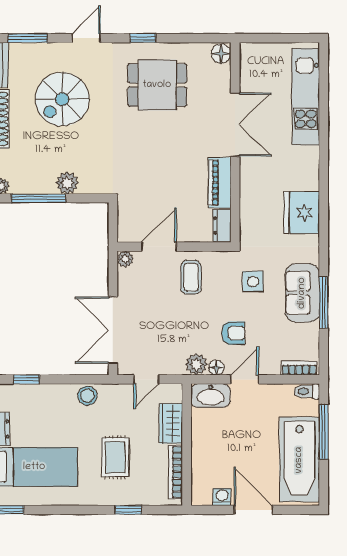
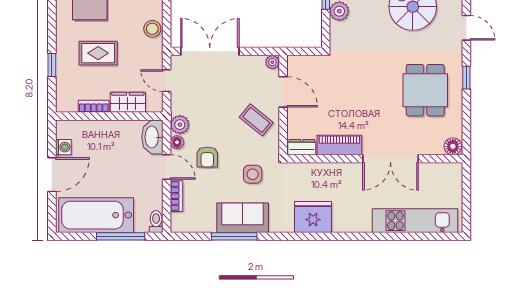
coffee table: (191, 277) -> (256, 120), turned 39
bookcase: (299, 368) -> (177, 196), moved
bookcase: (176, 472) -> (94, 106), width x0.64

